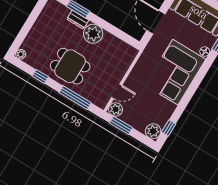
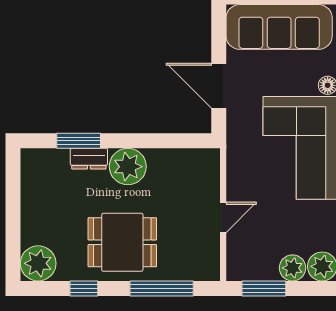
plant: (21, 54) -> (38, 263), width x1.88, depth x1.88
door: (117, 91) -> (223, 217), moved
plant: (116, 109) -> (292, 268), moved

